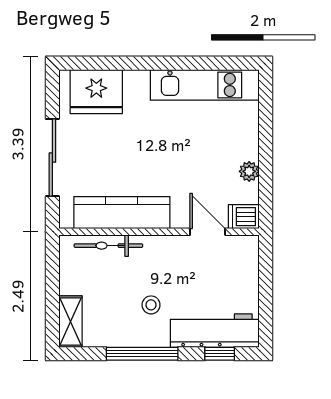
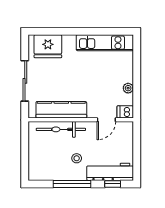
door: (208, 232) -> (106, 120), swing flipped
bicycle: (108, 246) -> (61, 129), width x1.37, depth x1.40
shelving: (70, 322) -> (34, 167), removed

